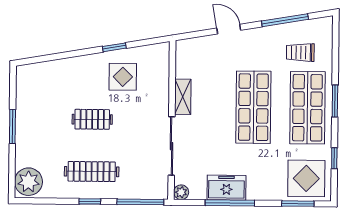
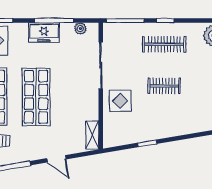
display table: (123, 77) -> (120, 101), moved
shelving: (183, 97) -> (92, 135), moved
freezer: (226, 188) -> (44, 33), moved
plant: (181, 192) -> (80, 29), moved

